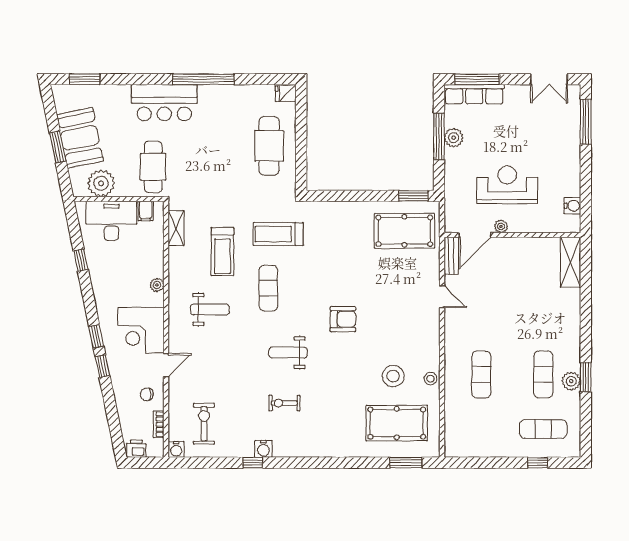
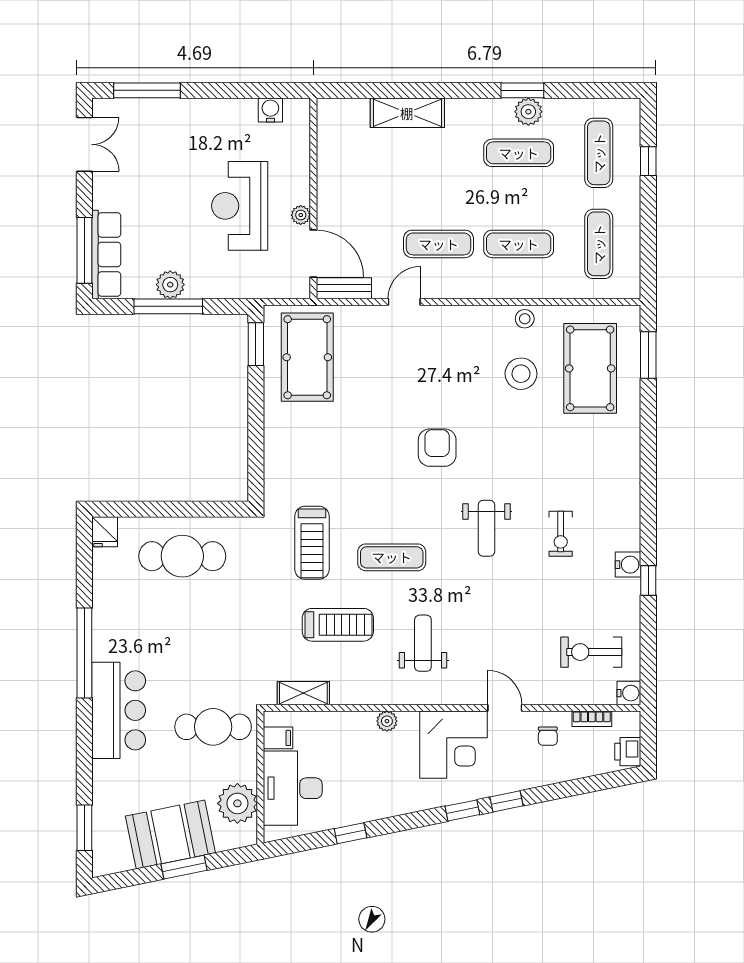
shelving: (571, 262) -> (407, 113), moved
exercise mat: (481, 320) -> (439, 244), added
exercise mat: (481, 429) -> (599, 244), added

